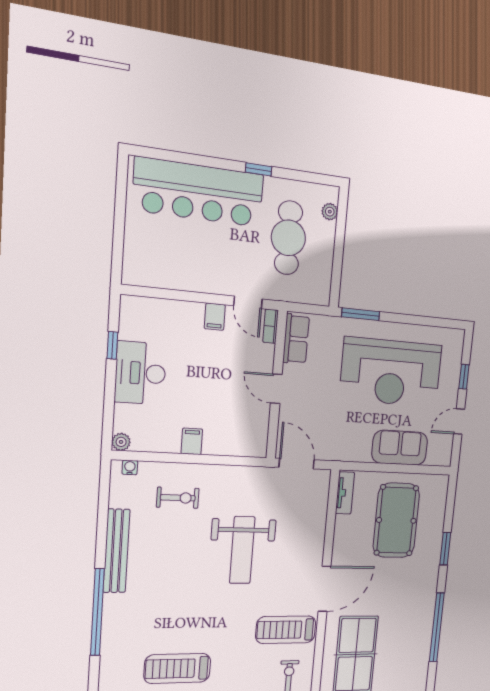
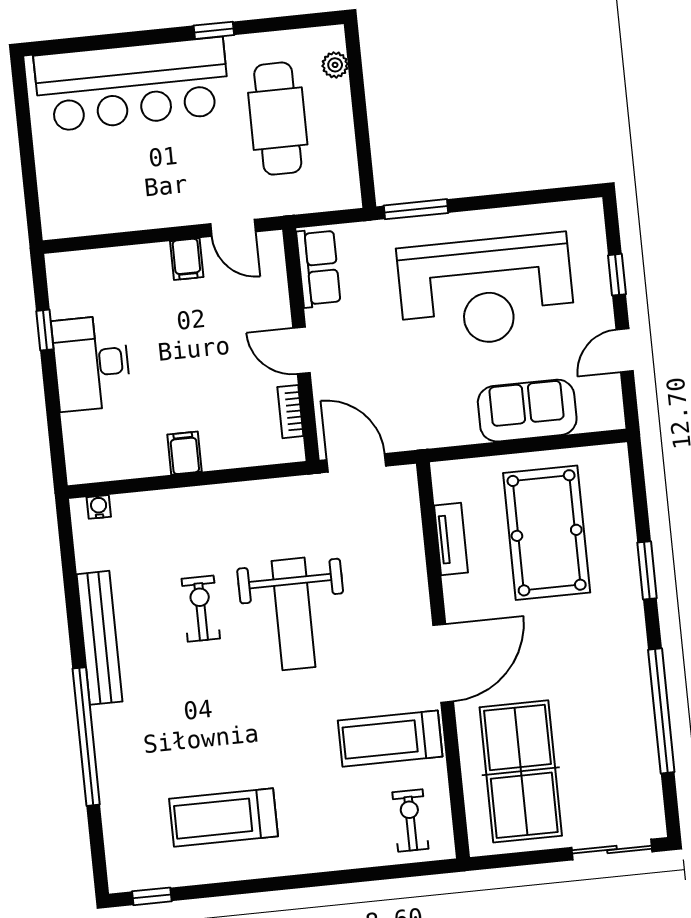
bookcase: (271, 326) -> (290, 412), moved
plant: (121, 442) -> (80, 470), removed
tv unit: (345, 493) -> (451, 539), moved
exercise bike: (178, 498) -> (201, 609), moved, turned -90

